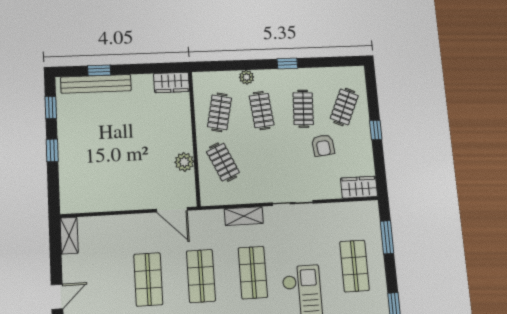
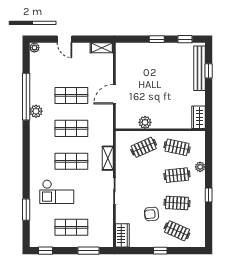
door: (172, 210) -> (114, 94), moved

